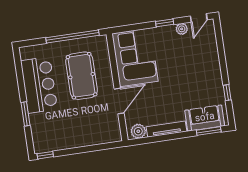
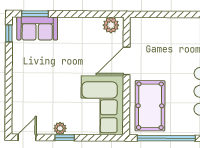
plant: (182, 29) -> (60, 128), moved
pool table: (82, 76) -> (150, 106), moved
window: (227, 93) -> (9, 33), moved
tv unit: (167, 129) -> (80, 23), removed

